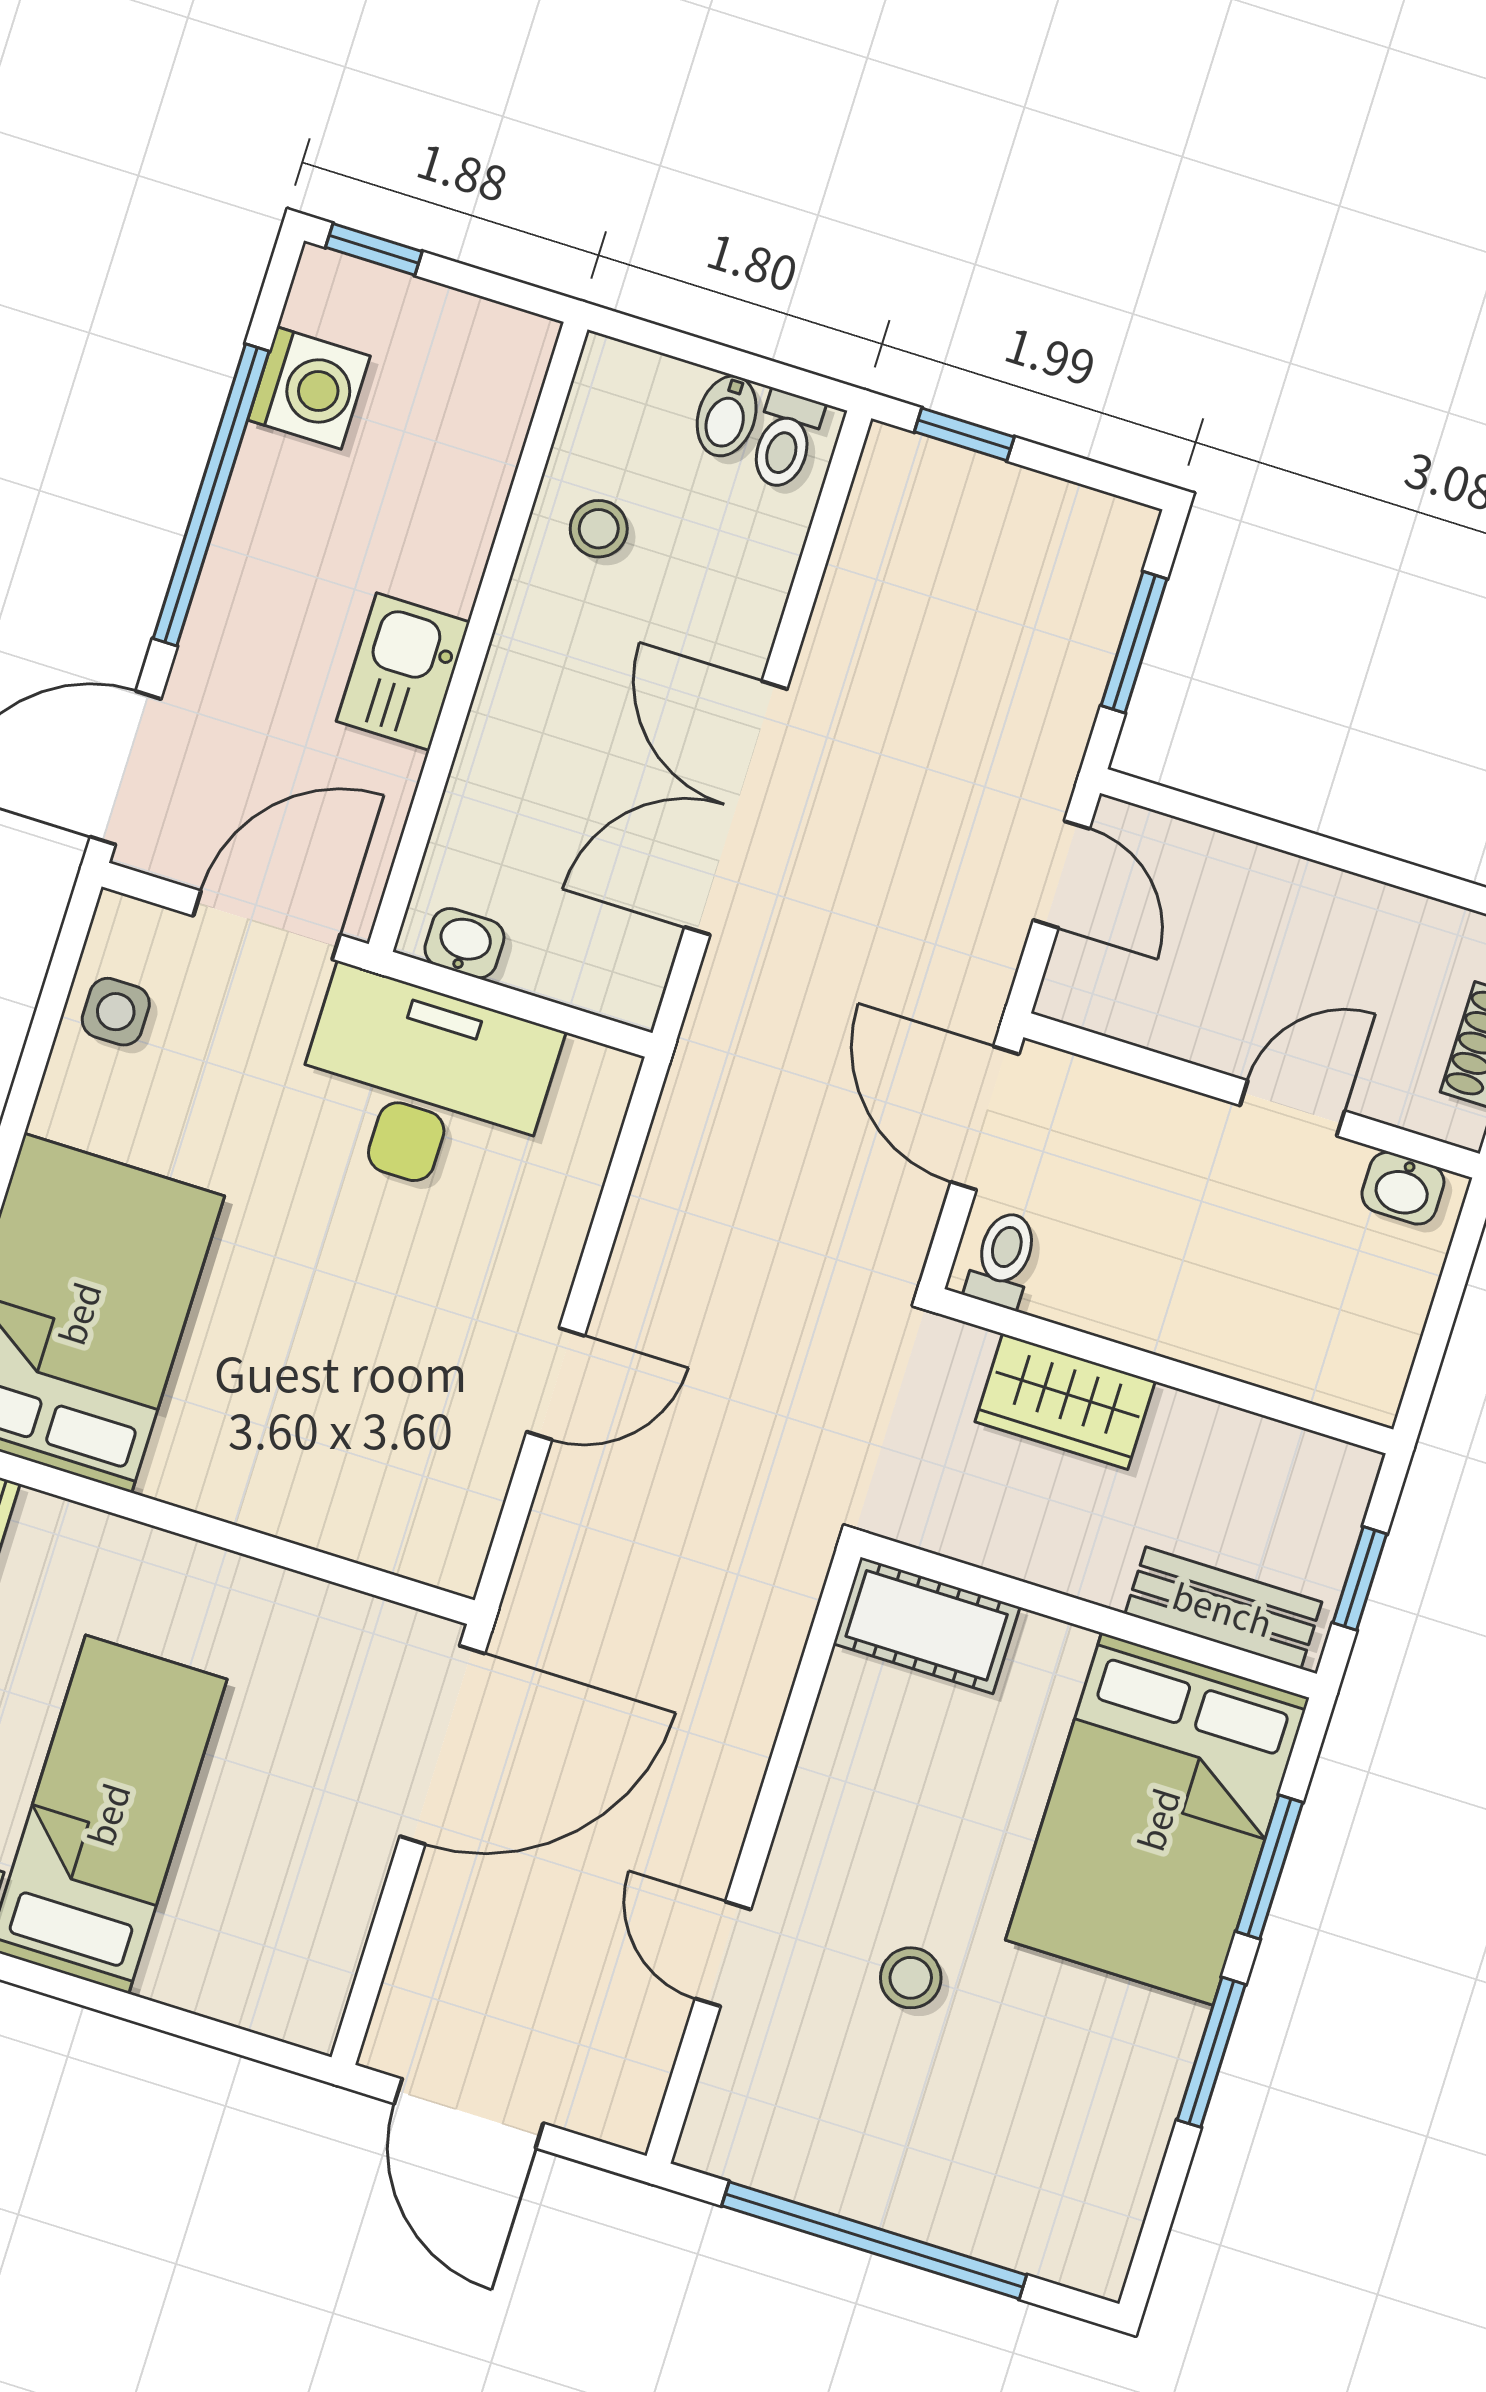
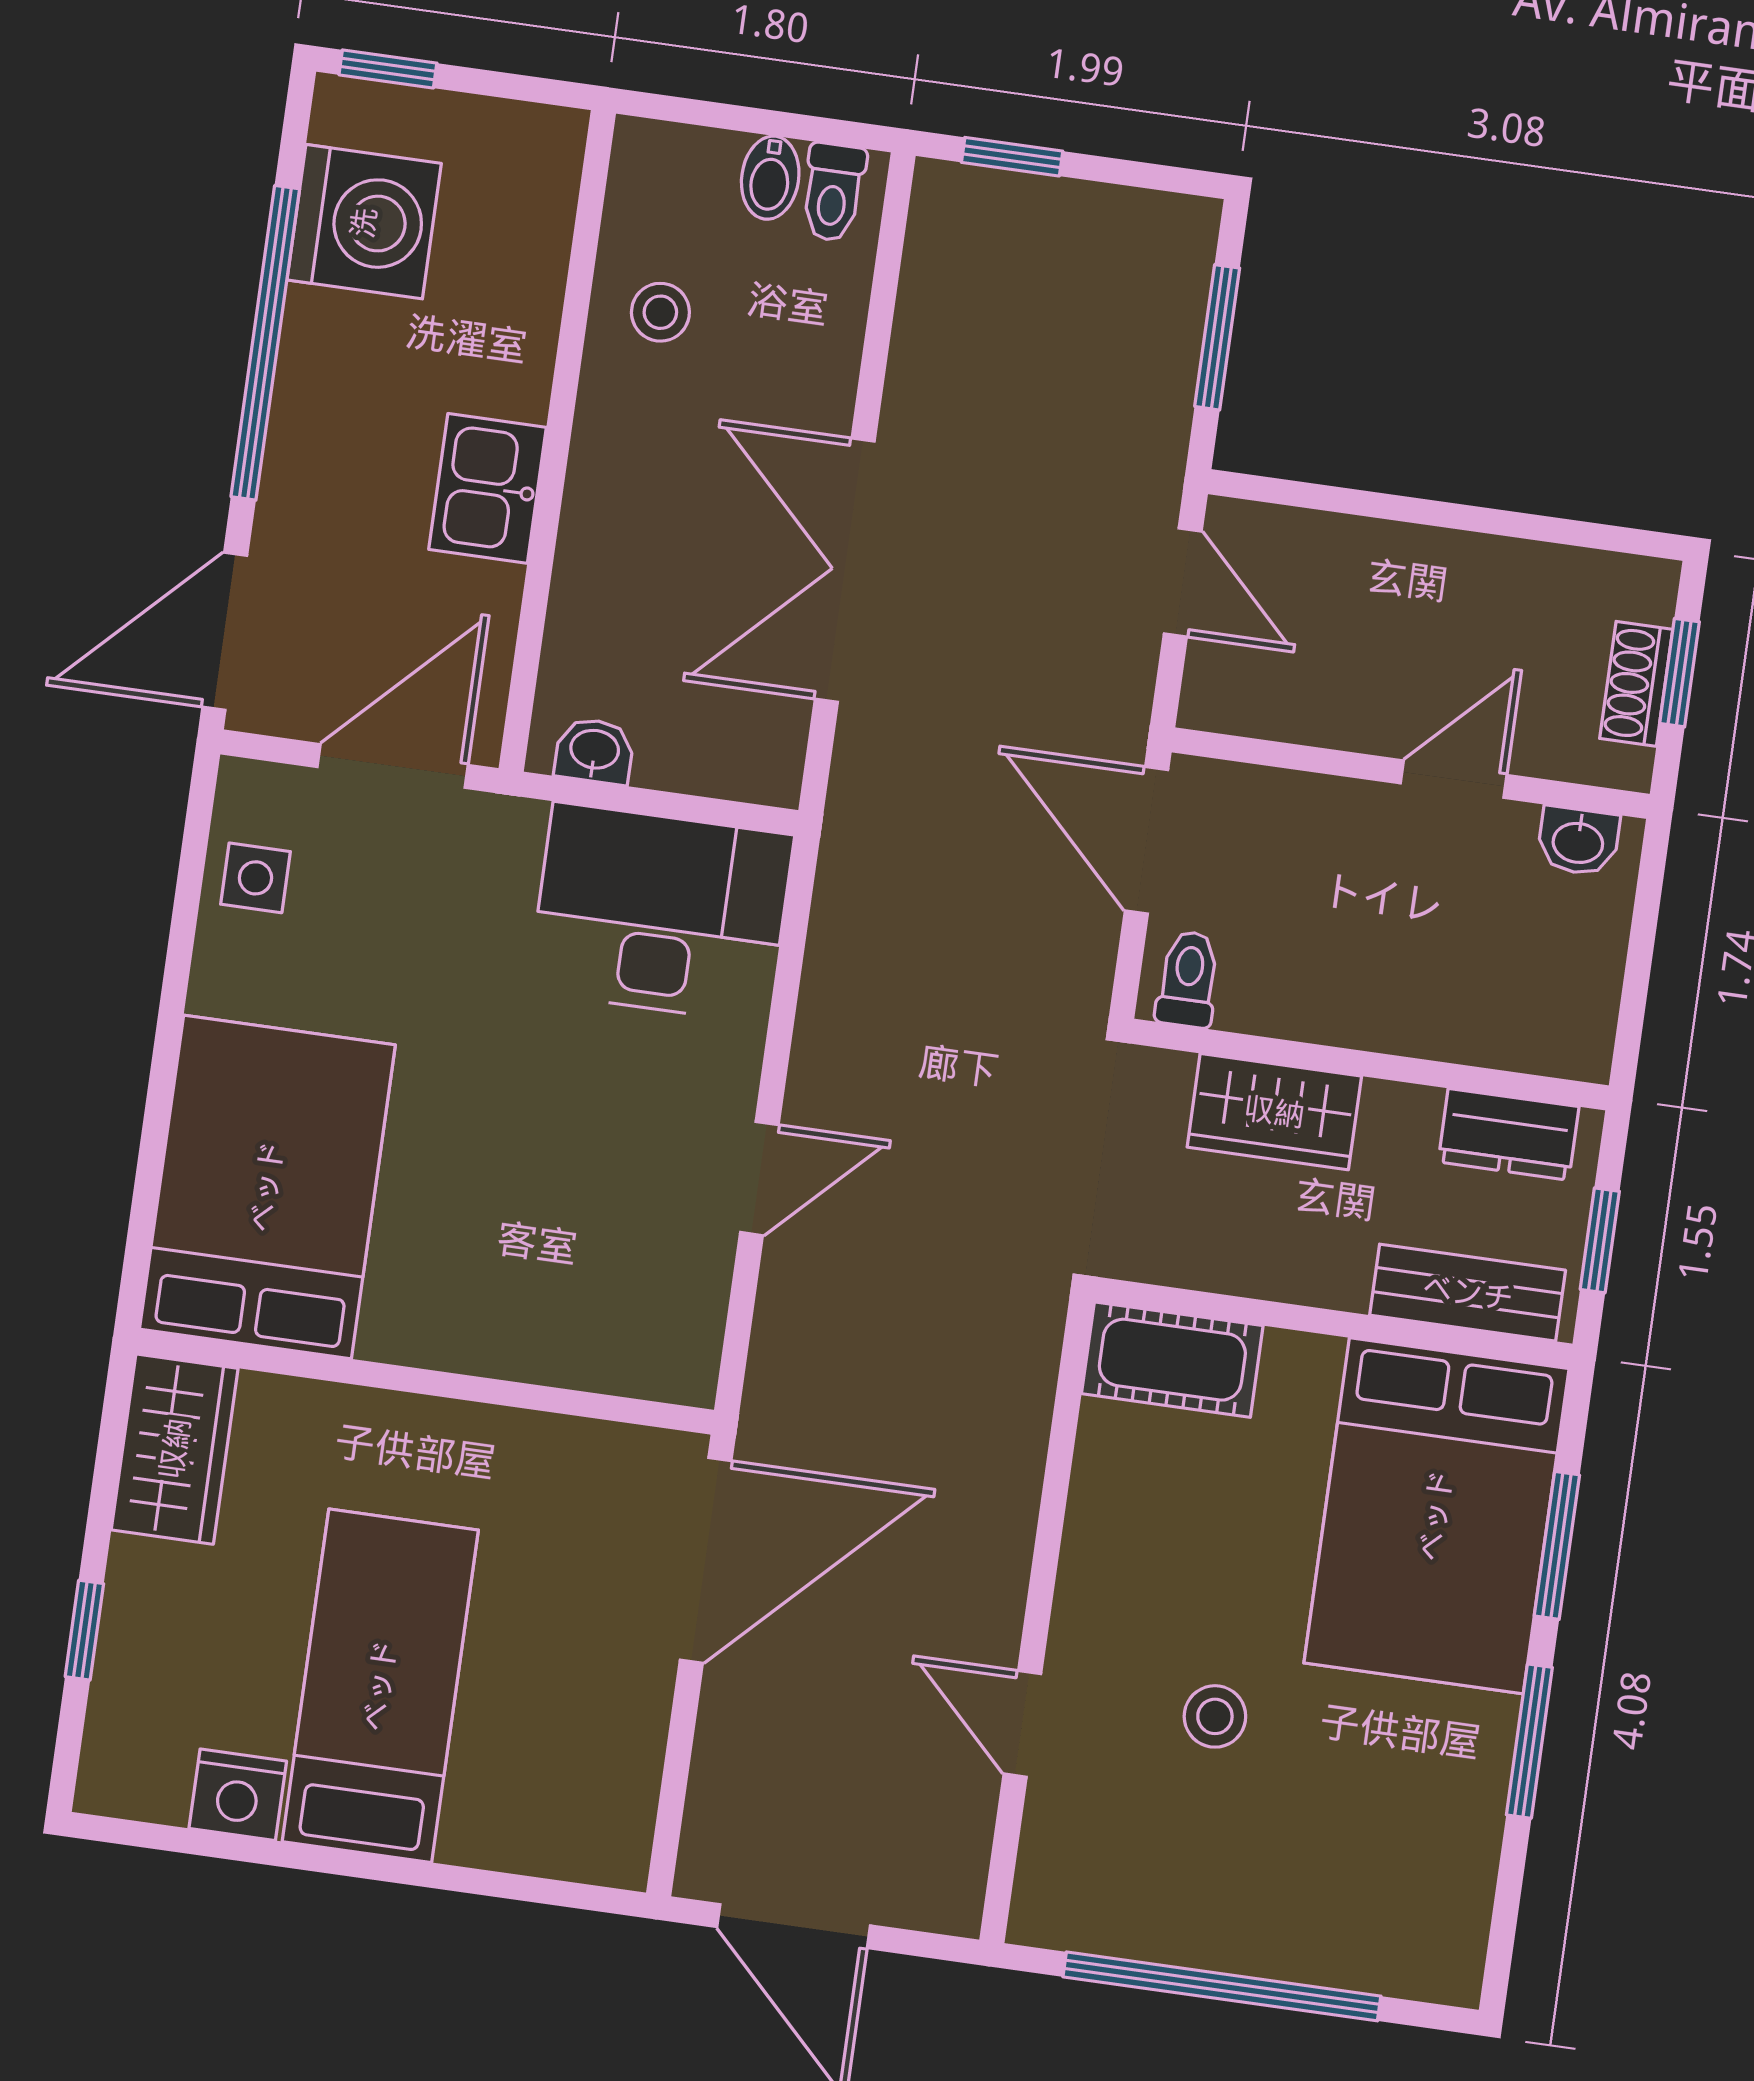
washing machine: (309, 388) -> (364, 222), width x1.37, depth x1.37
desk: (424, 1086) -> (661, 913), moved
dresser: (1288, 1461) -> (1508, 1134), added

